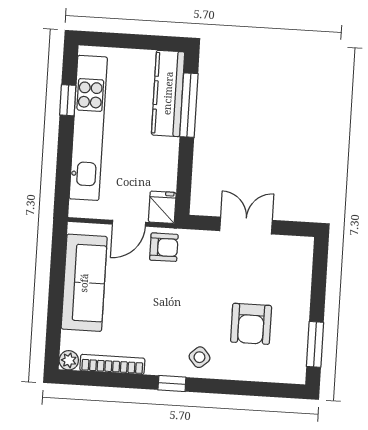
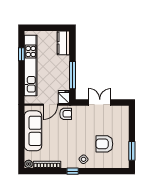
kitchen counter: (168, 93) -> (63, 43), width x0.67
window: (189, 105) -> (73, 75), moved
armchair: (251, 324) -> (104, 144), turned 90

